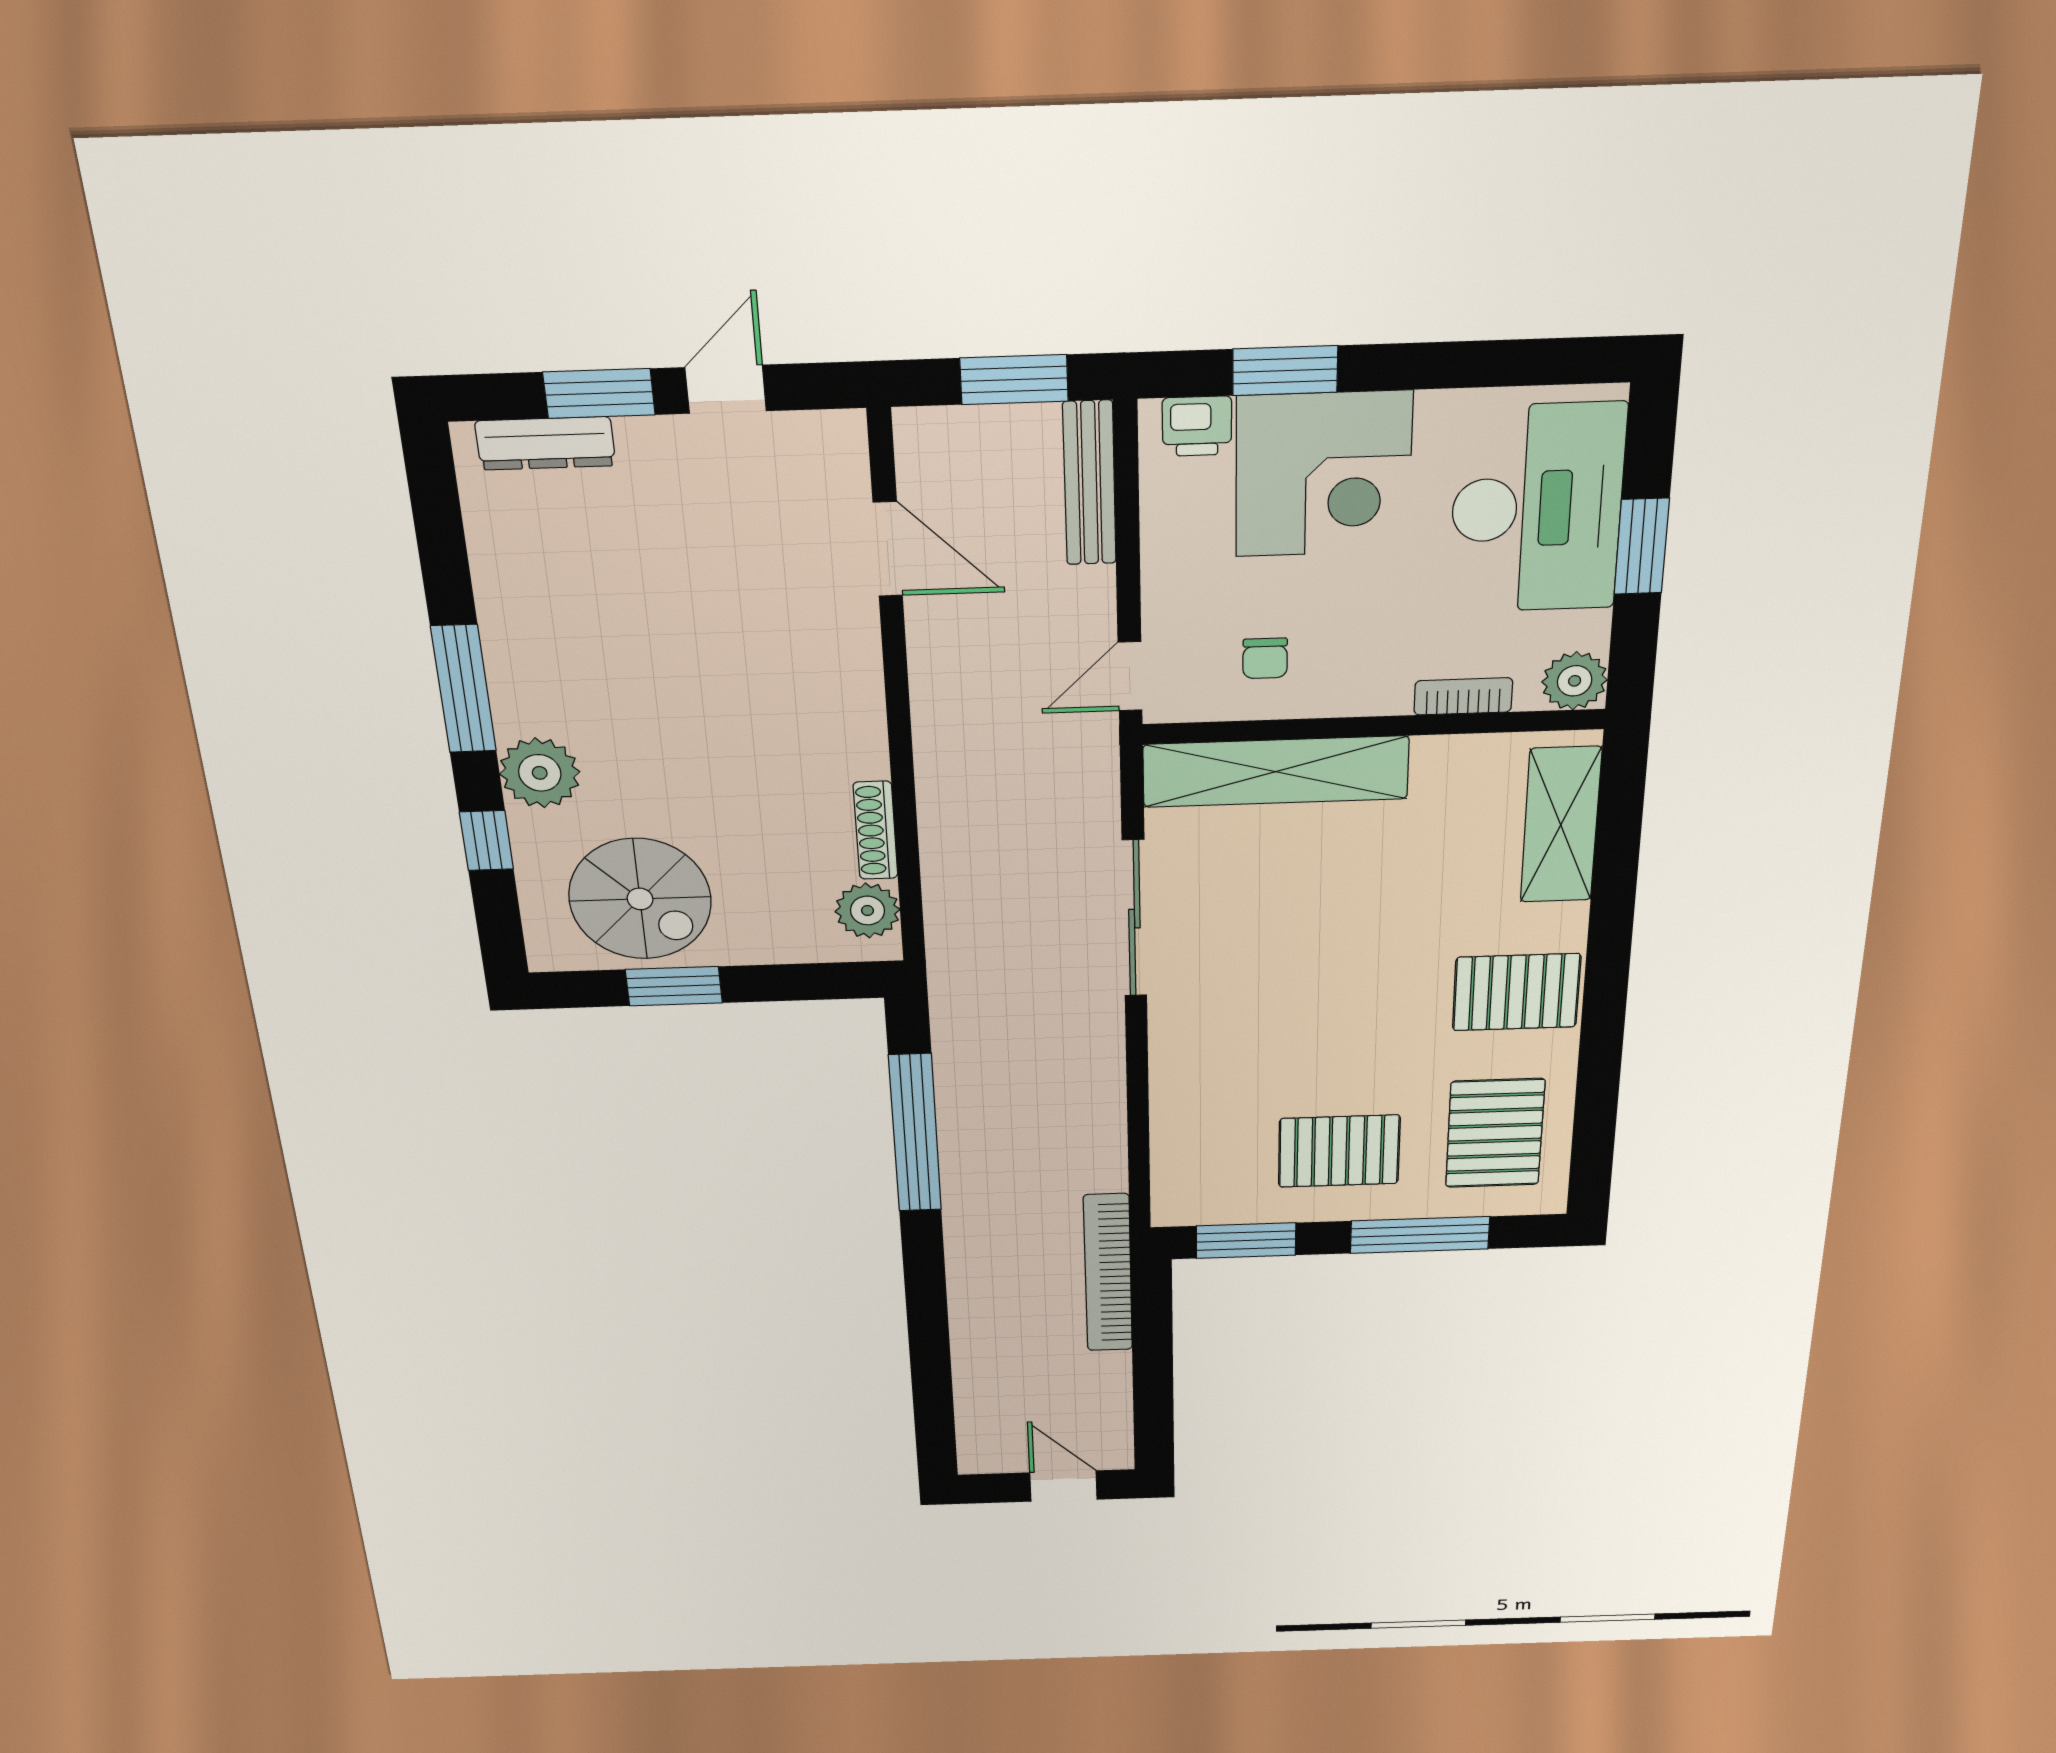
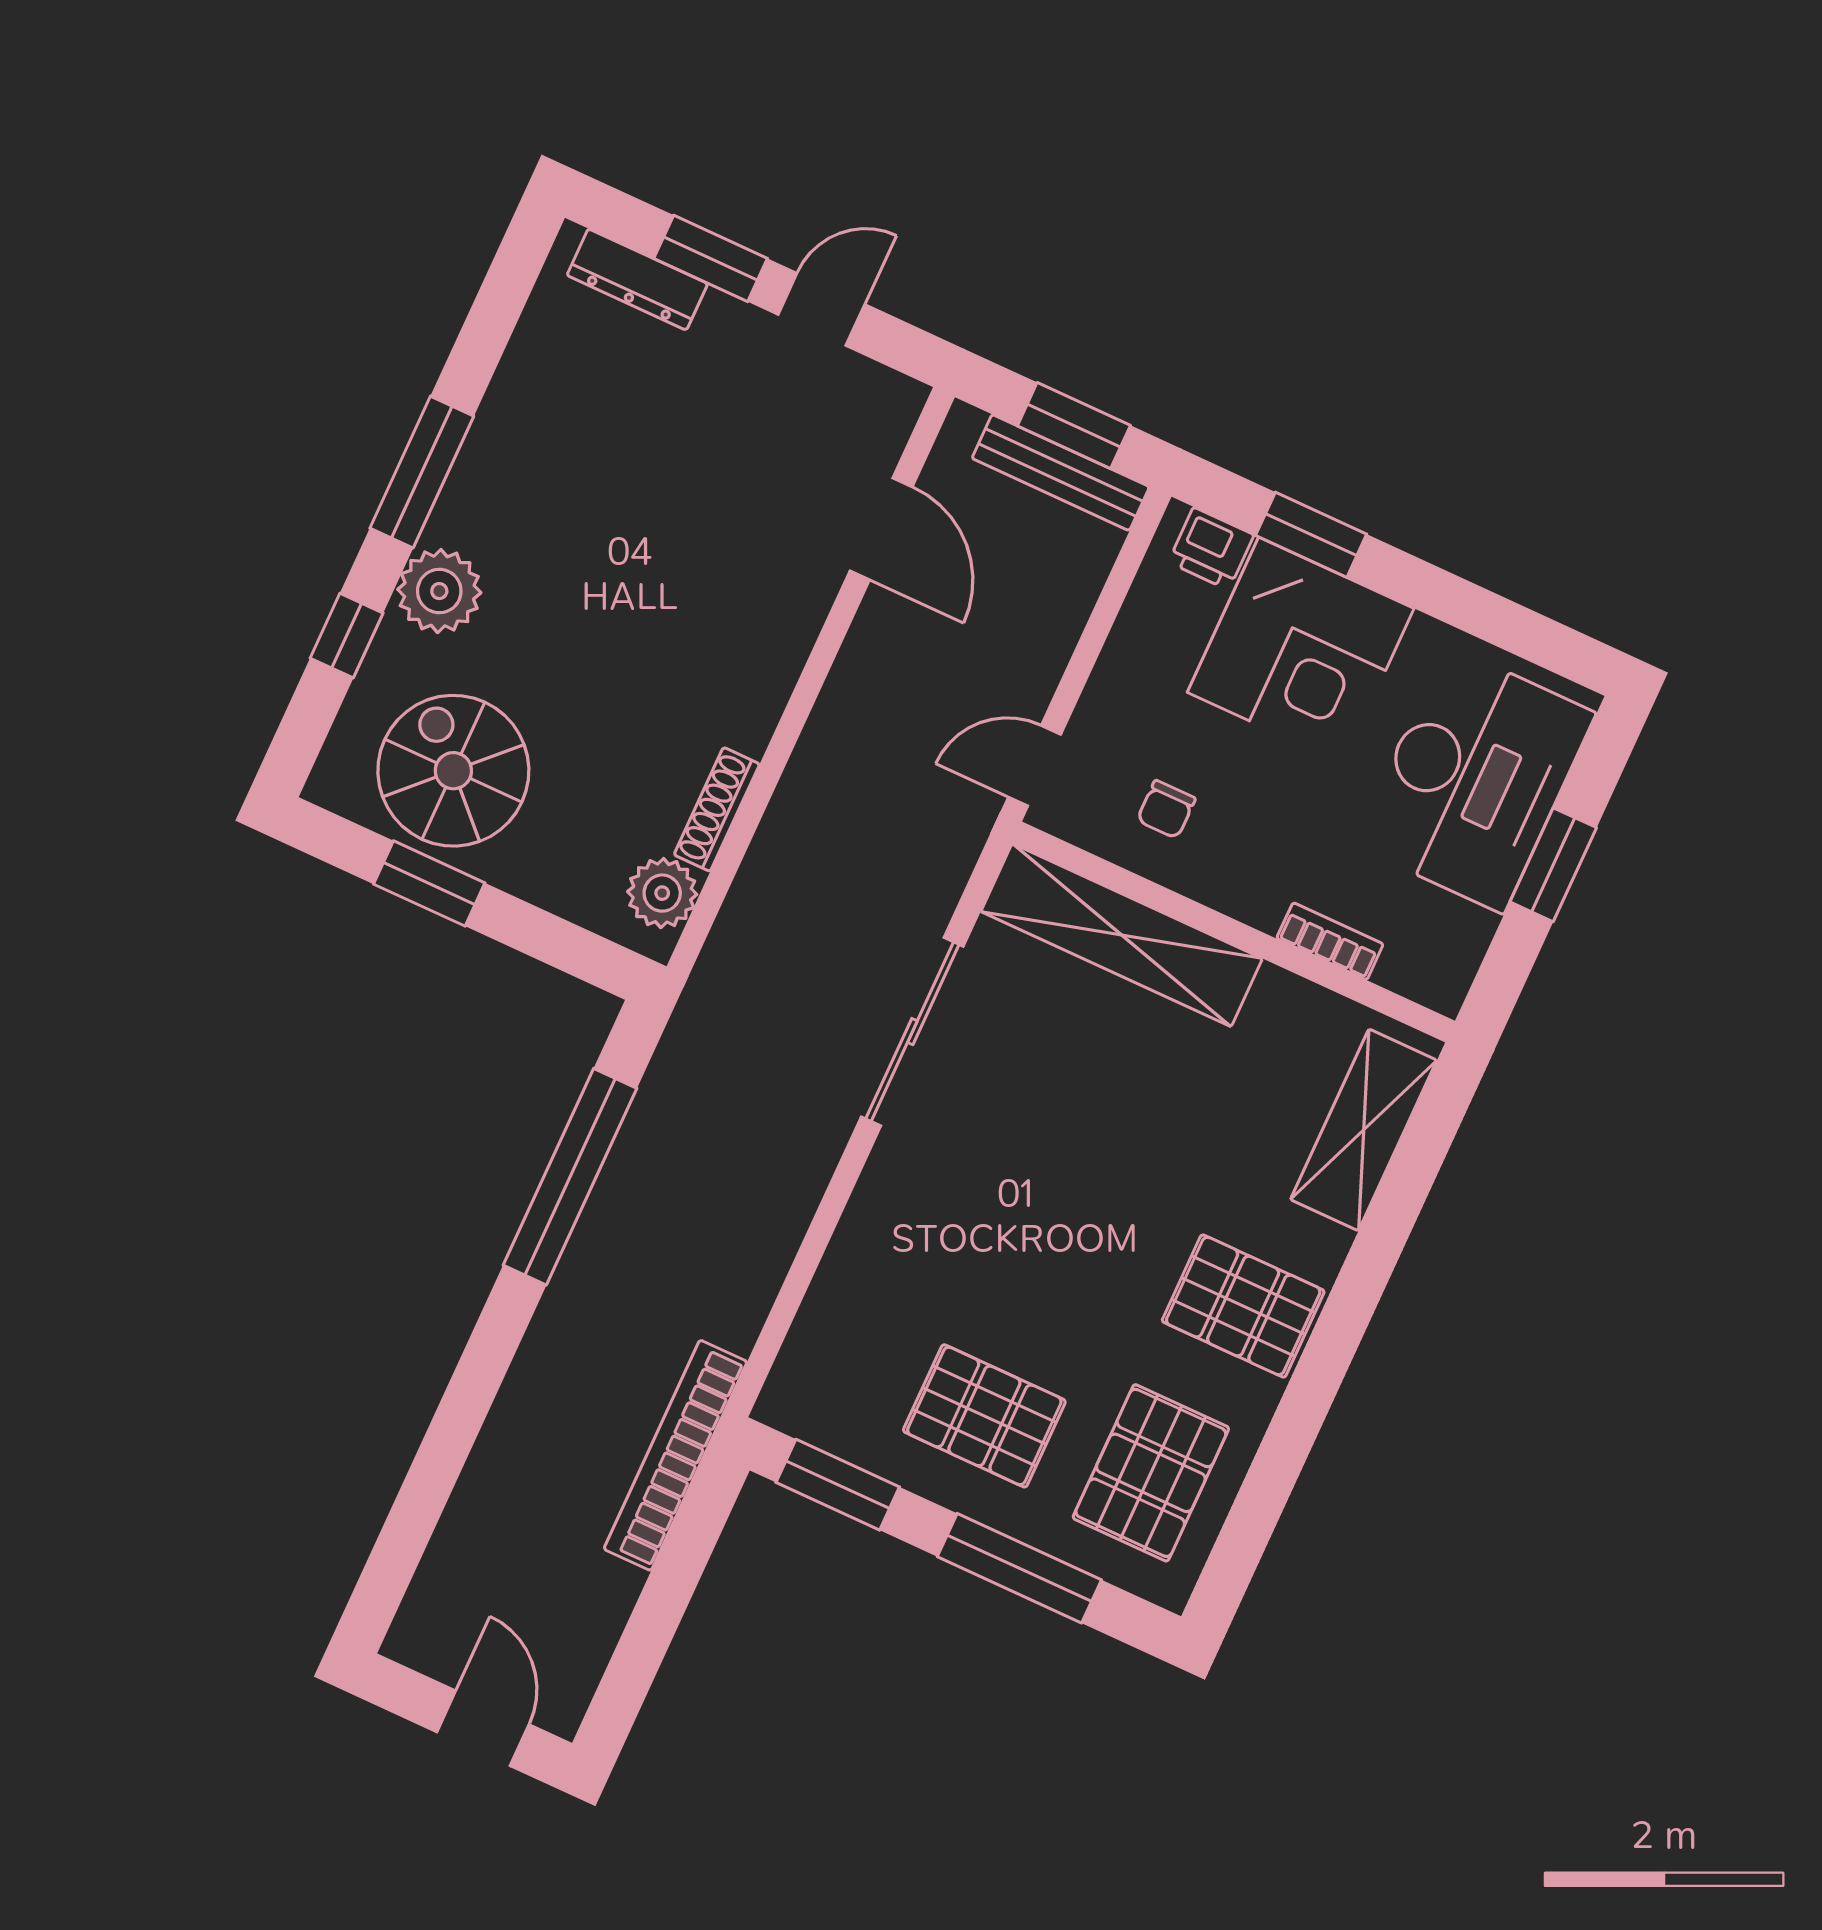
bench: (1090, 483) -> (1061, 473), moved, turned 90
plant: (1575, 681) -> (1439, 976), removed
spiral stairs: (640, 899) -> (453, 771), turned 180

